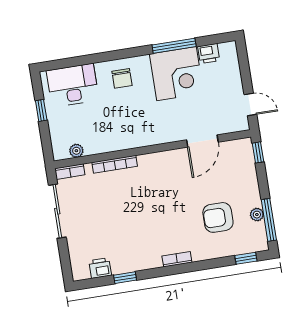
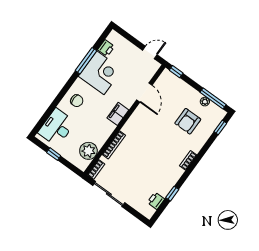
filing cabinet: (152, 136) -> (118, 114), added
plant: (76, 151) -> (88, 151), width x1.88, depth x1.88

